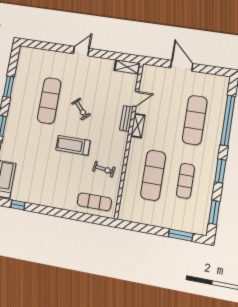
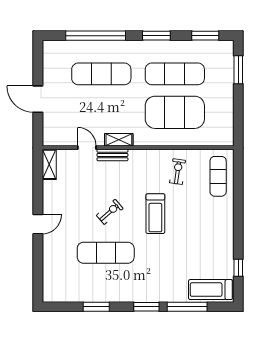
door: (81, 51) -> (38, 224), swing flipped
door: (182, 66) -> (38, 99), hinge flipped
exercise mat: (153, 175) -> (175, 112), width x1.47
exercise mat: (185, 181) -> (175, 74), width x1.36, depth x1.45

